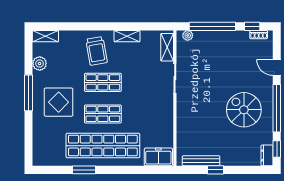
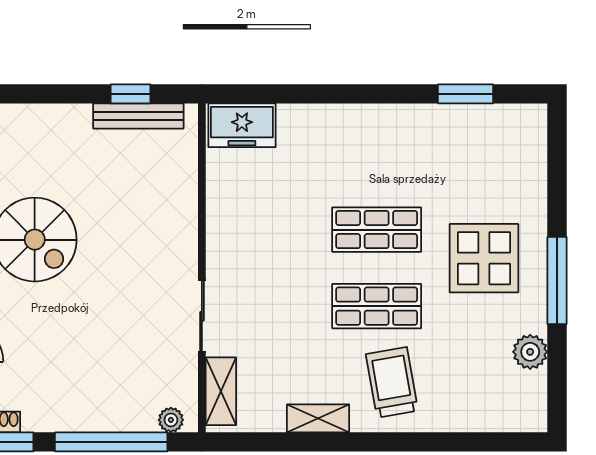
shelving: (45, 36) -> (516, 418), removed
shop shelf: (103, 146) -> (377, 153), removed
window: (84, 170) -> (466, 94), moved
window: (216, 170) -> (131, 94), moved

